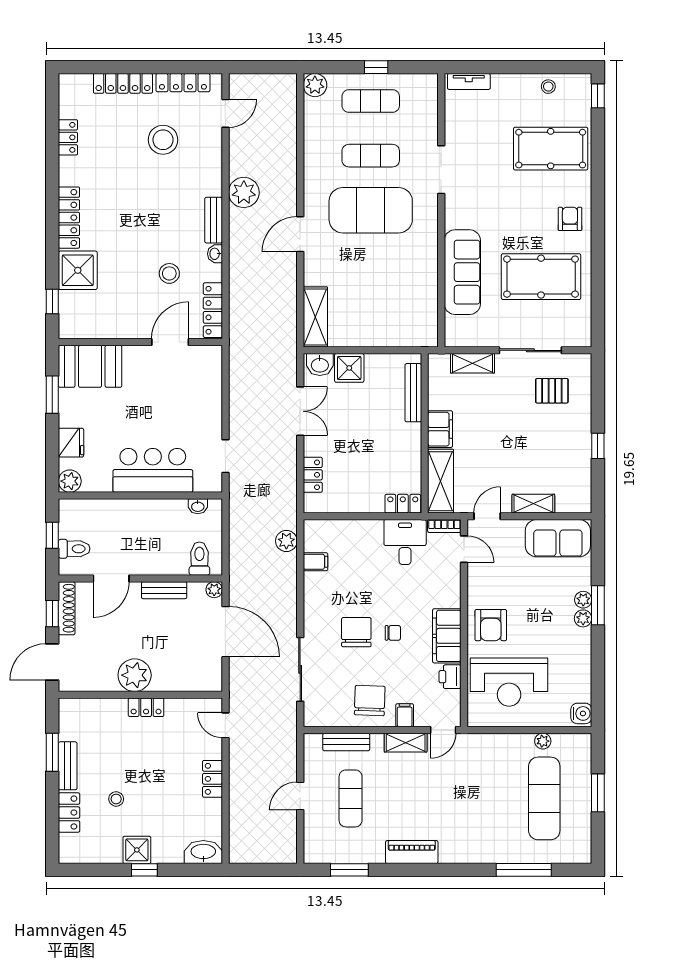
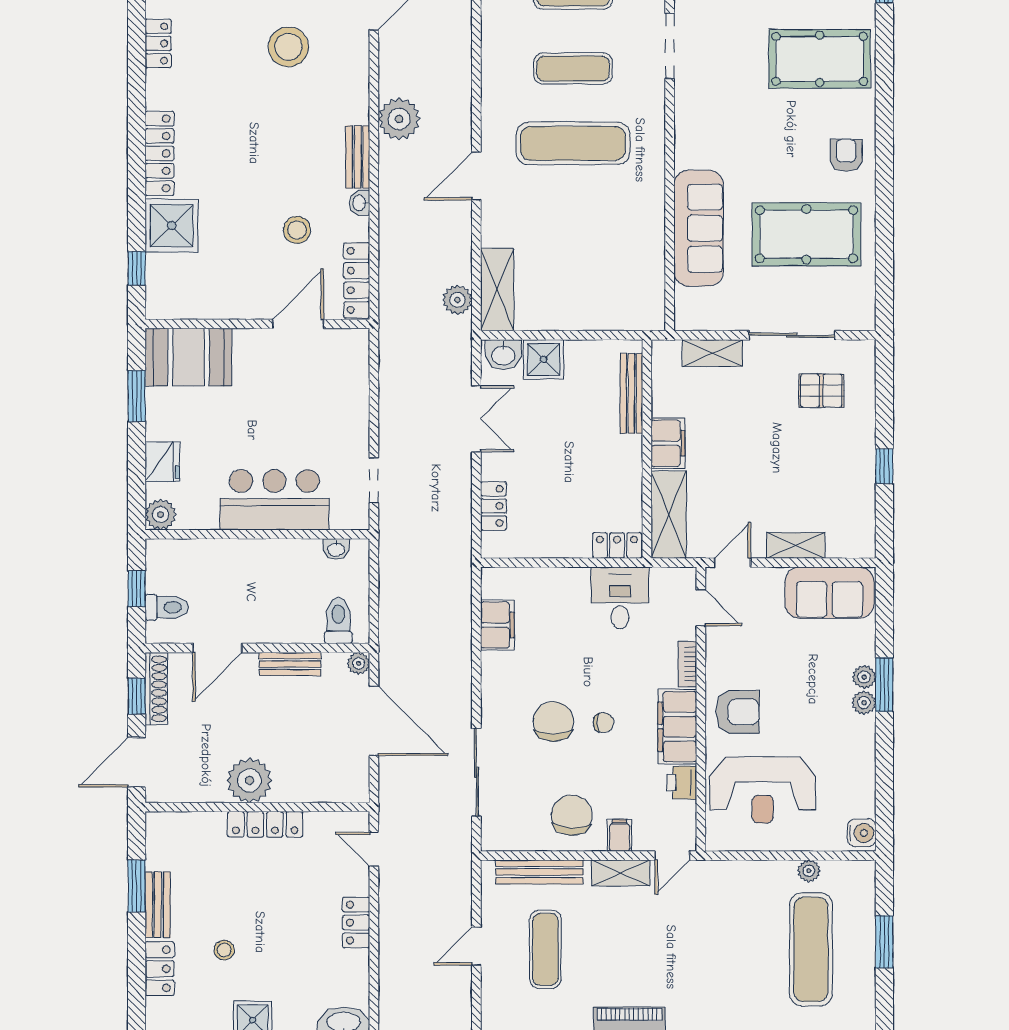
doorway: (441, 170) -> (670, 46), moved
exercise mat: (371, 210) -> (573, 143), width x0.68
bookcase: (444, 526) -> (688, 664), moved, turned 90
plant: (286, 541) -> (457, 300), moved
filing cabinet: (315, 562) -> (497, 625), width x2.00
armchair: (491, 625) -> (738, 712), turned -90
locker: (146, 707) -> (265, 824), width x1.53
bench: (346, 742) -> (539, 872), width x1.36

